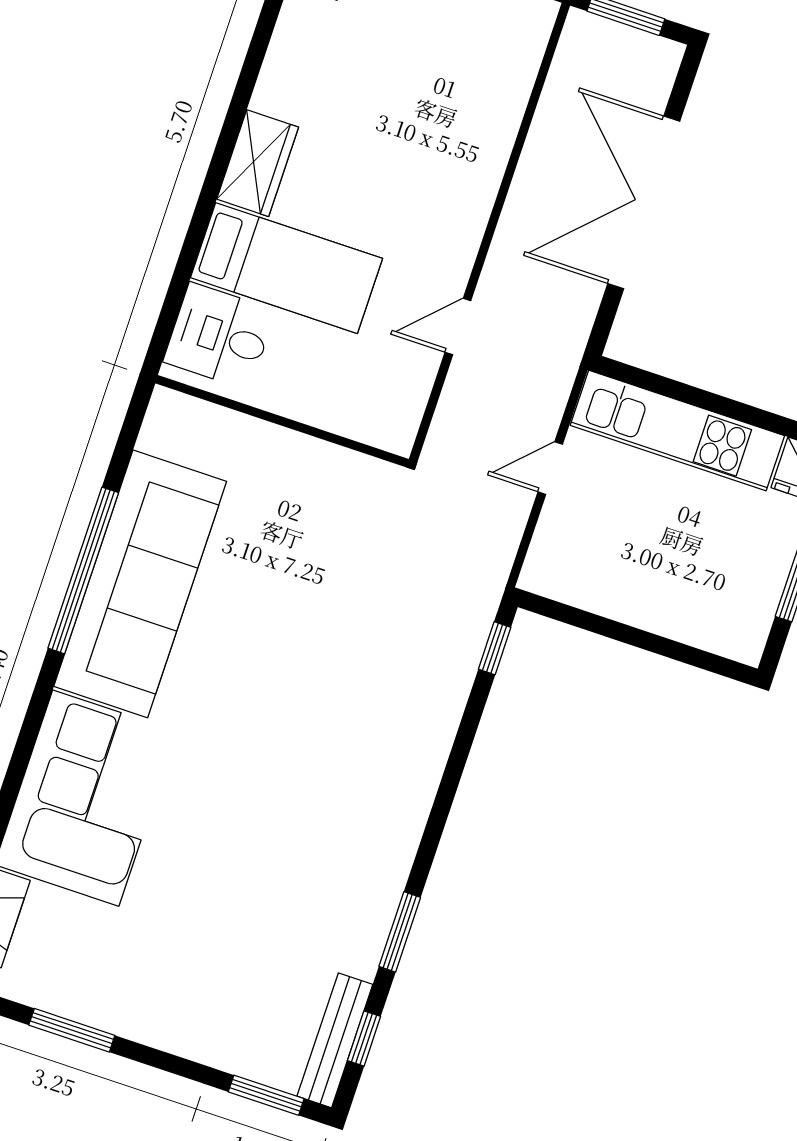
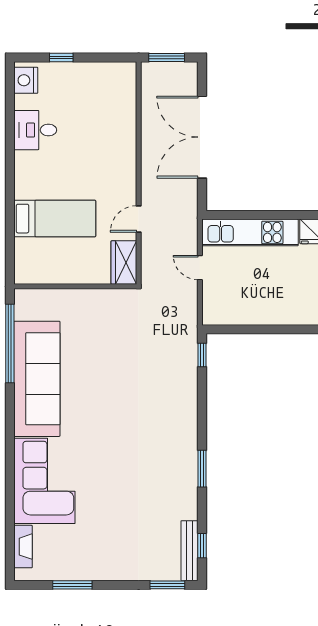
wardrobe: (258, 163) -> (124, 263), moved, turned 180
desk: (219, 336) -> (35, 130), moved
door: (550, 468) -> (200, 268), hinge flipped
window: (83, 570) -> (10, 343), moved
window: (400, 932) -> (202, 469), moved

